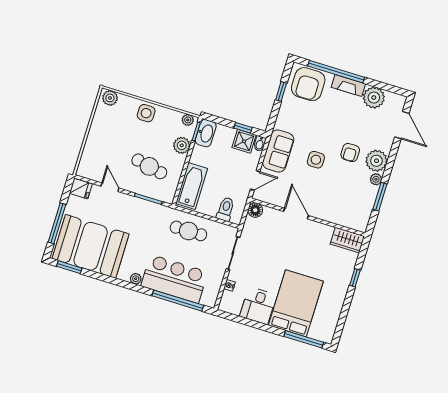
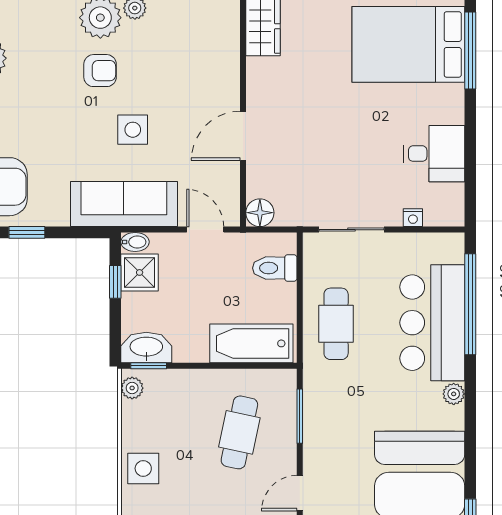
plant: (182, 145) -> (182, 385), removed
sofa: (278, 151) -> (124, 204), width x1.36
bed: (296, 303) -> (408, 44), moved

